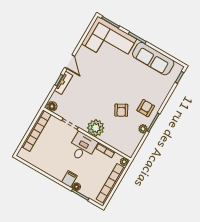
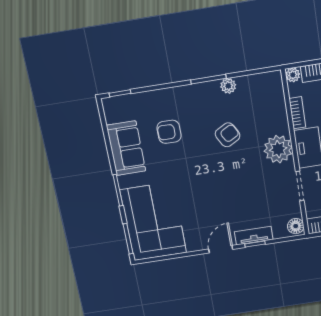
sofa: (153, 59) -> (126, 148), width x0.73
armchair: (146, 108) -> (169, 132), moved

